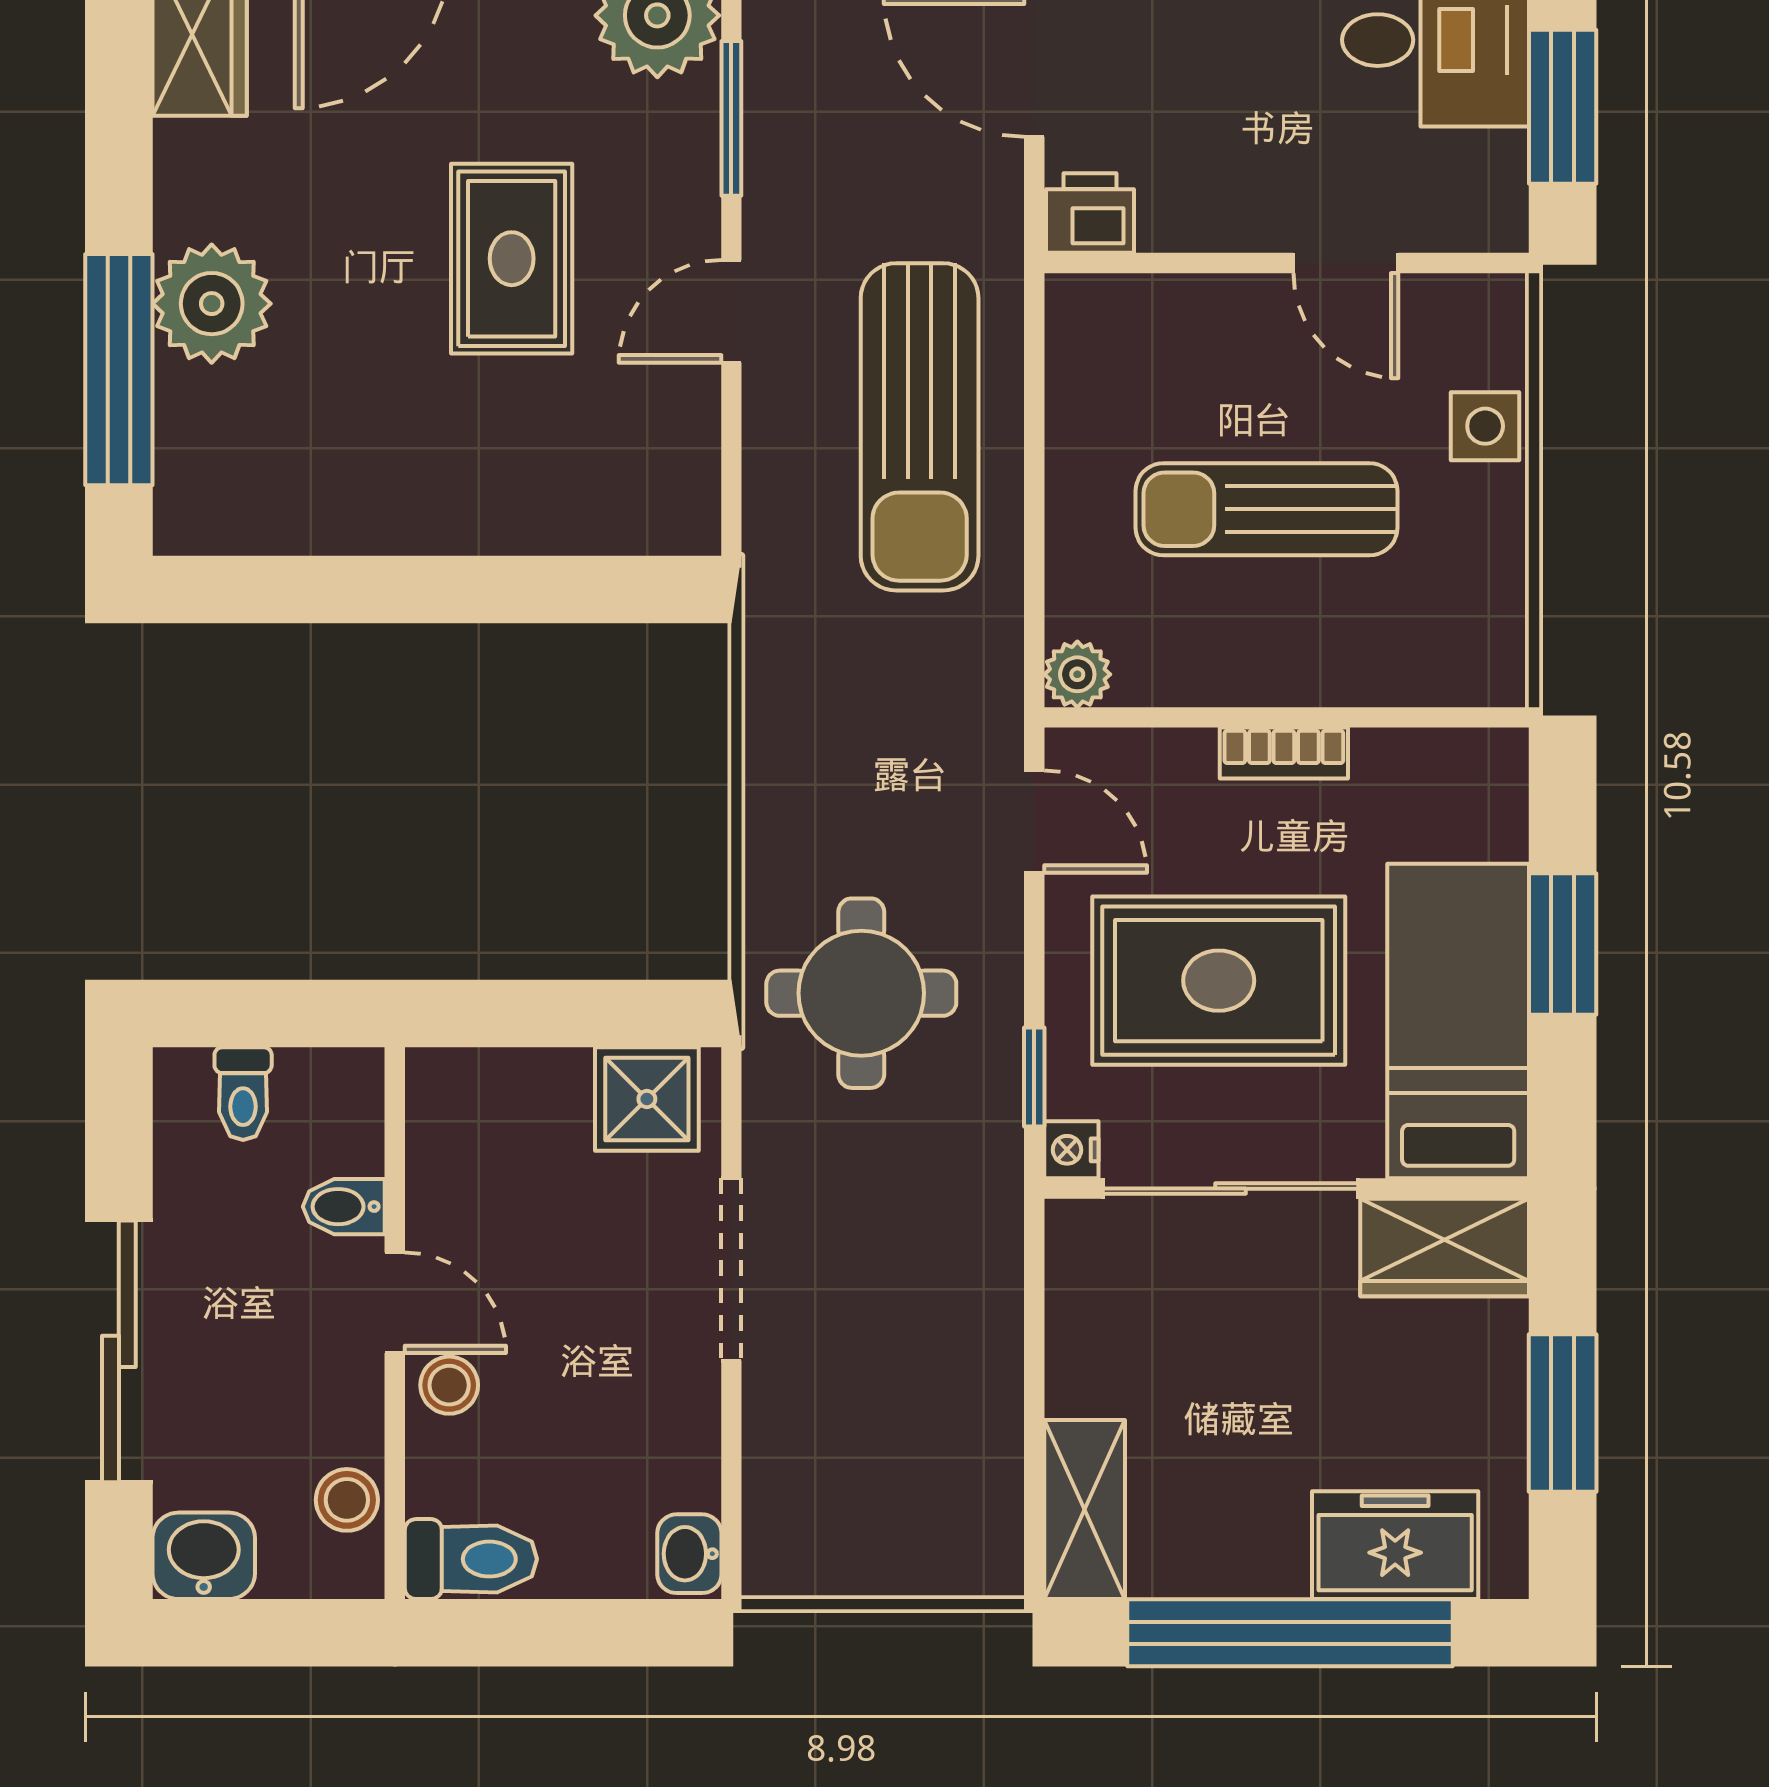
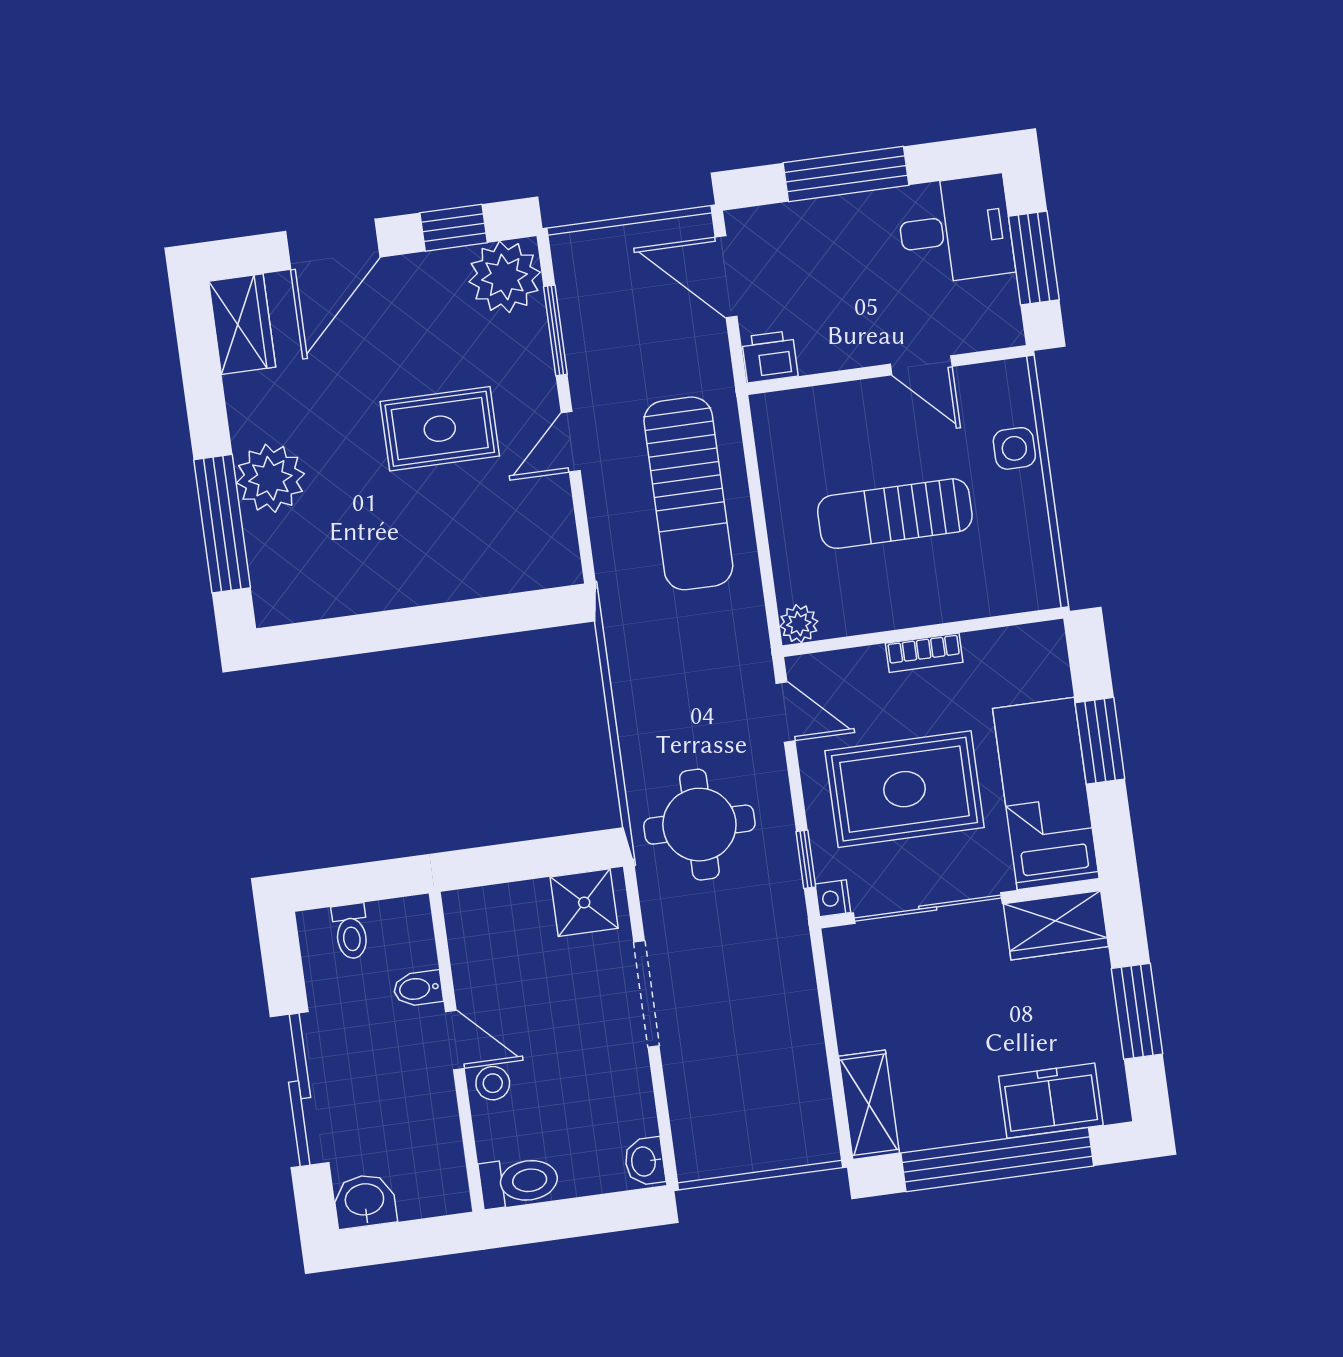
rug: (512, 259) -> (440, 429), turned 90
stool: (347, 1500) -> (443, 1157), removed

